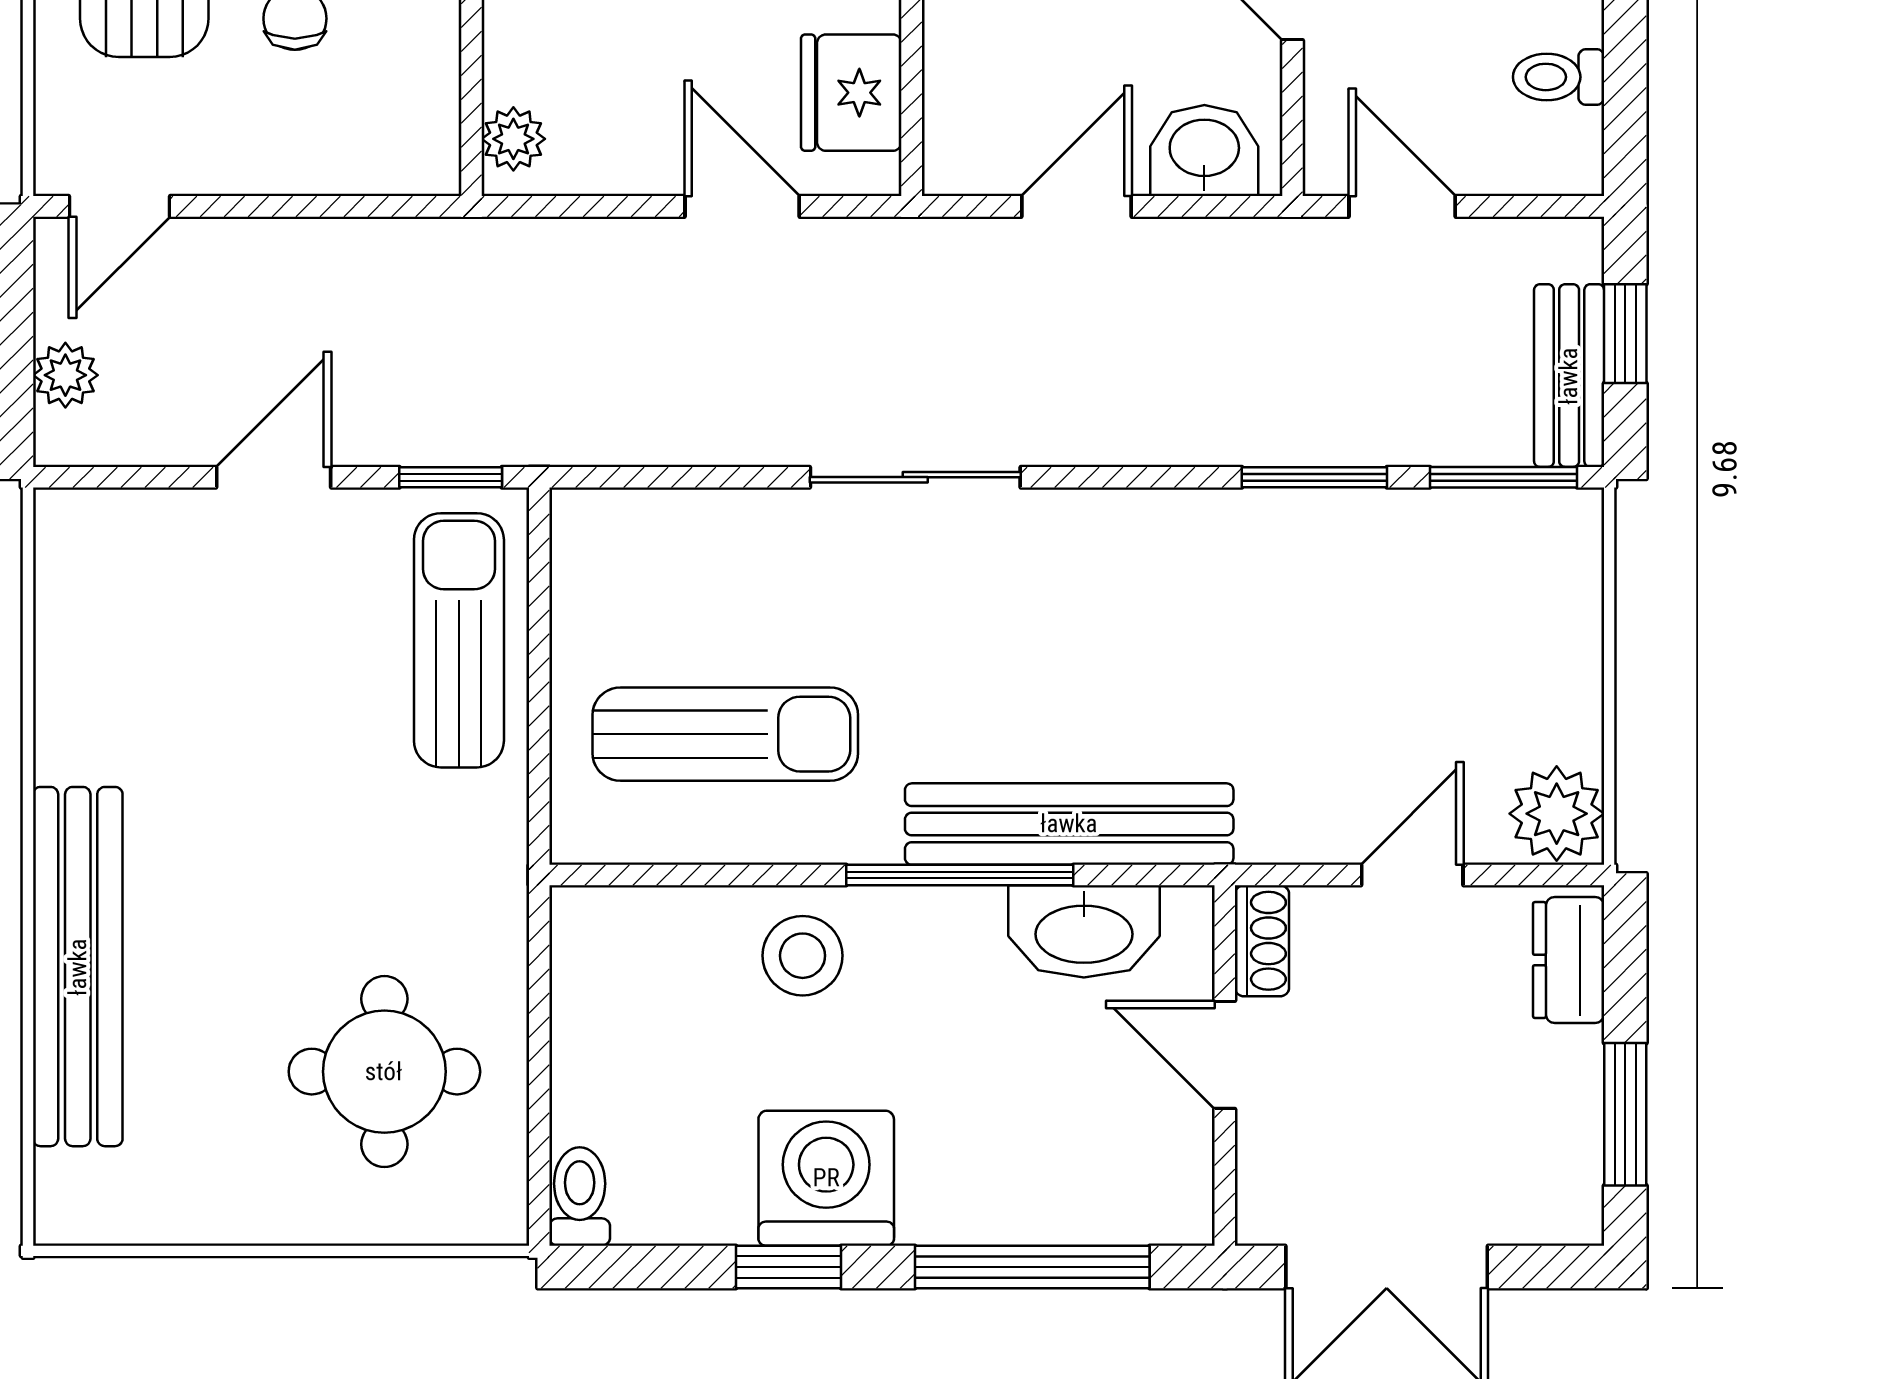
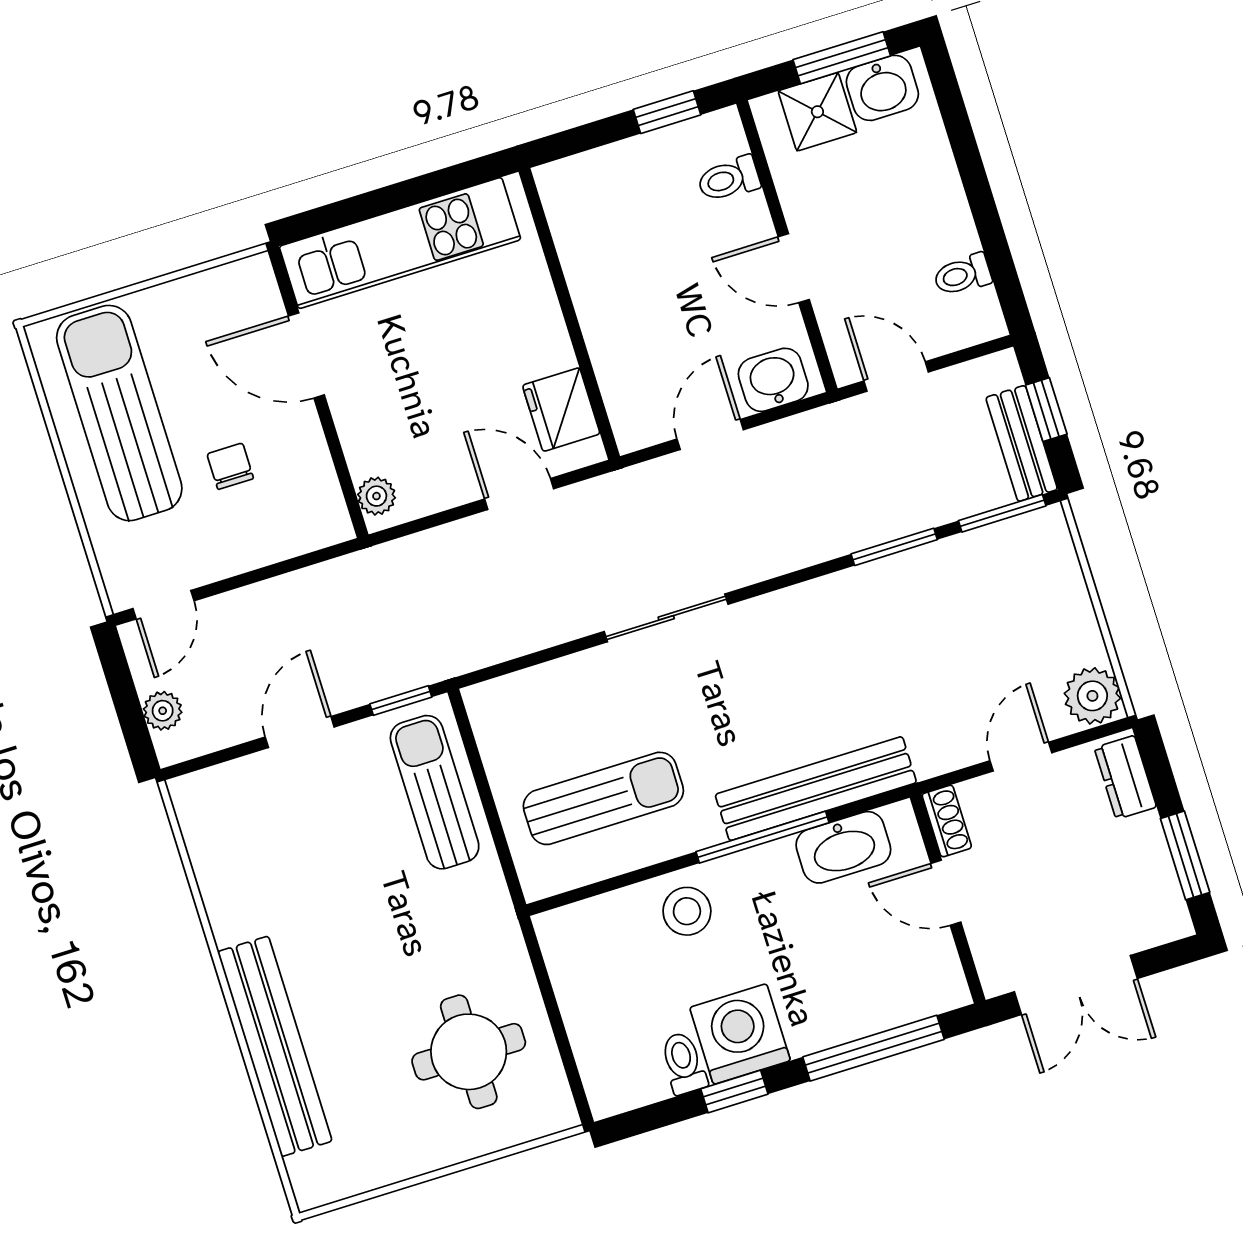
toilet: (580, 1197) -> (684, 1063), moved

